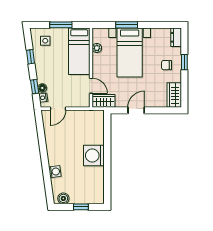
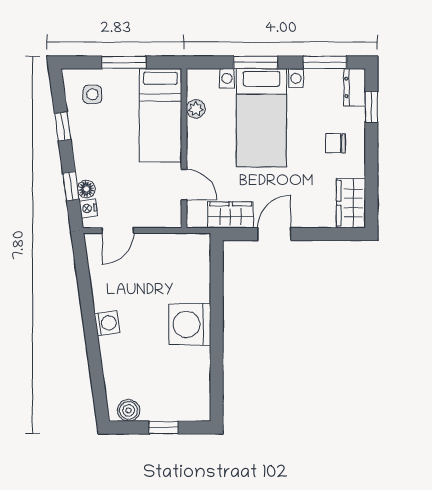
window: (161, 25) -> (325, 62), added
window: (184, 62) -> (371, 107), moved
wardrobe: (103, 101) -> (231, 215), moved
washing machine: (55, 172) -> (107, 323), moved

